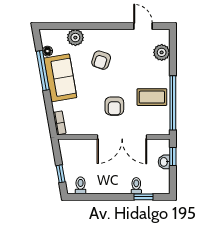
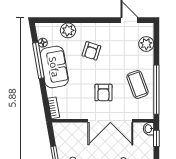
coffee table: (152, 97) -> (137, 84), turned 70
washbasin: (164, 162) -> (149, 129), moved

